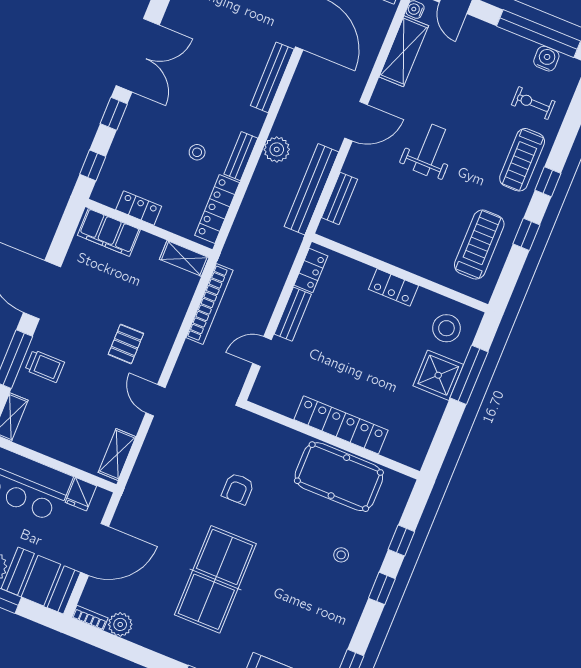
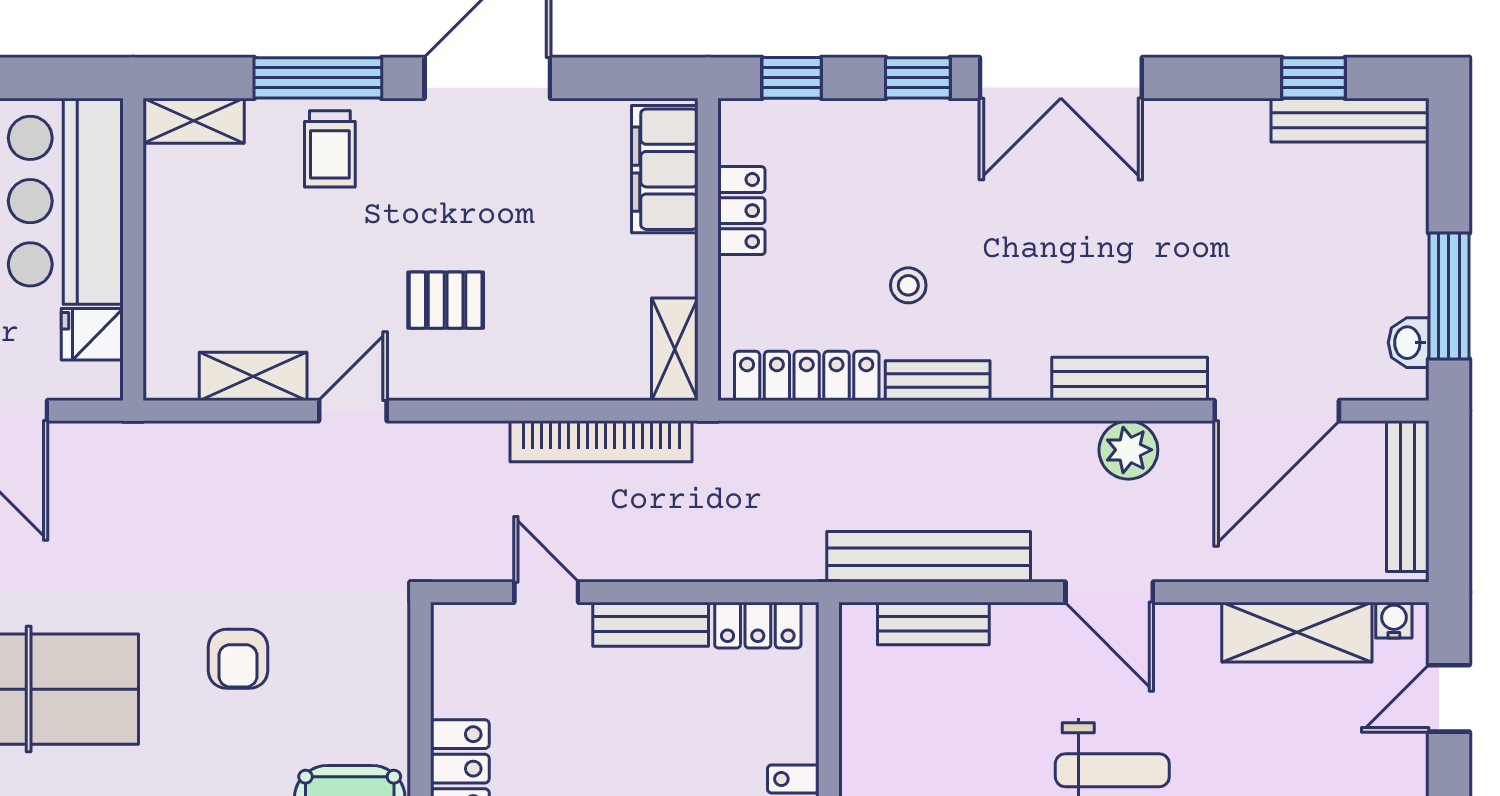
plant: (277, 149) -> (1128, 450), moved
shelving: (117, 455) -> (253, 376), moved
armchair: (238, 489) -> (238, 659), turned -90

